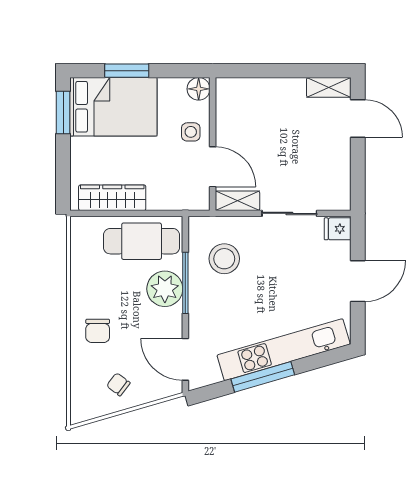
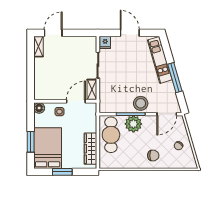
window: (63, 112) -> (62, 172), moved
stool: (224, 259) -> (141, 103), moved
kitchen unit: (284, 350) -> (160, 60), width x0.73

